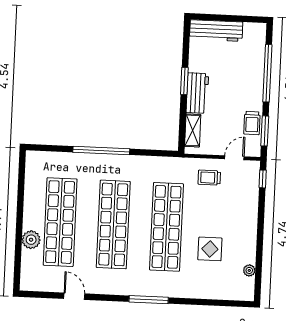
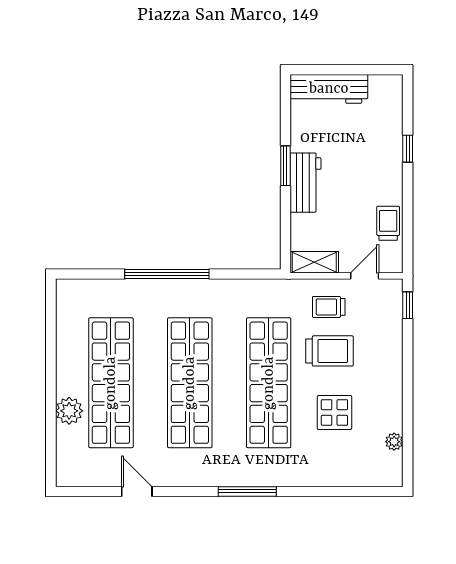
window: (267, 73) -> (408, 149), width x0.32
trolley: (252, 123) -> (388, 223), turned 180
shelving: (193, 130) -> (314, 262), moved, turned 90
window: (265, 131) -> (408, 234), removed
trolley: (208, 207) -> (329, 351), added

